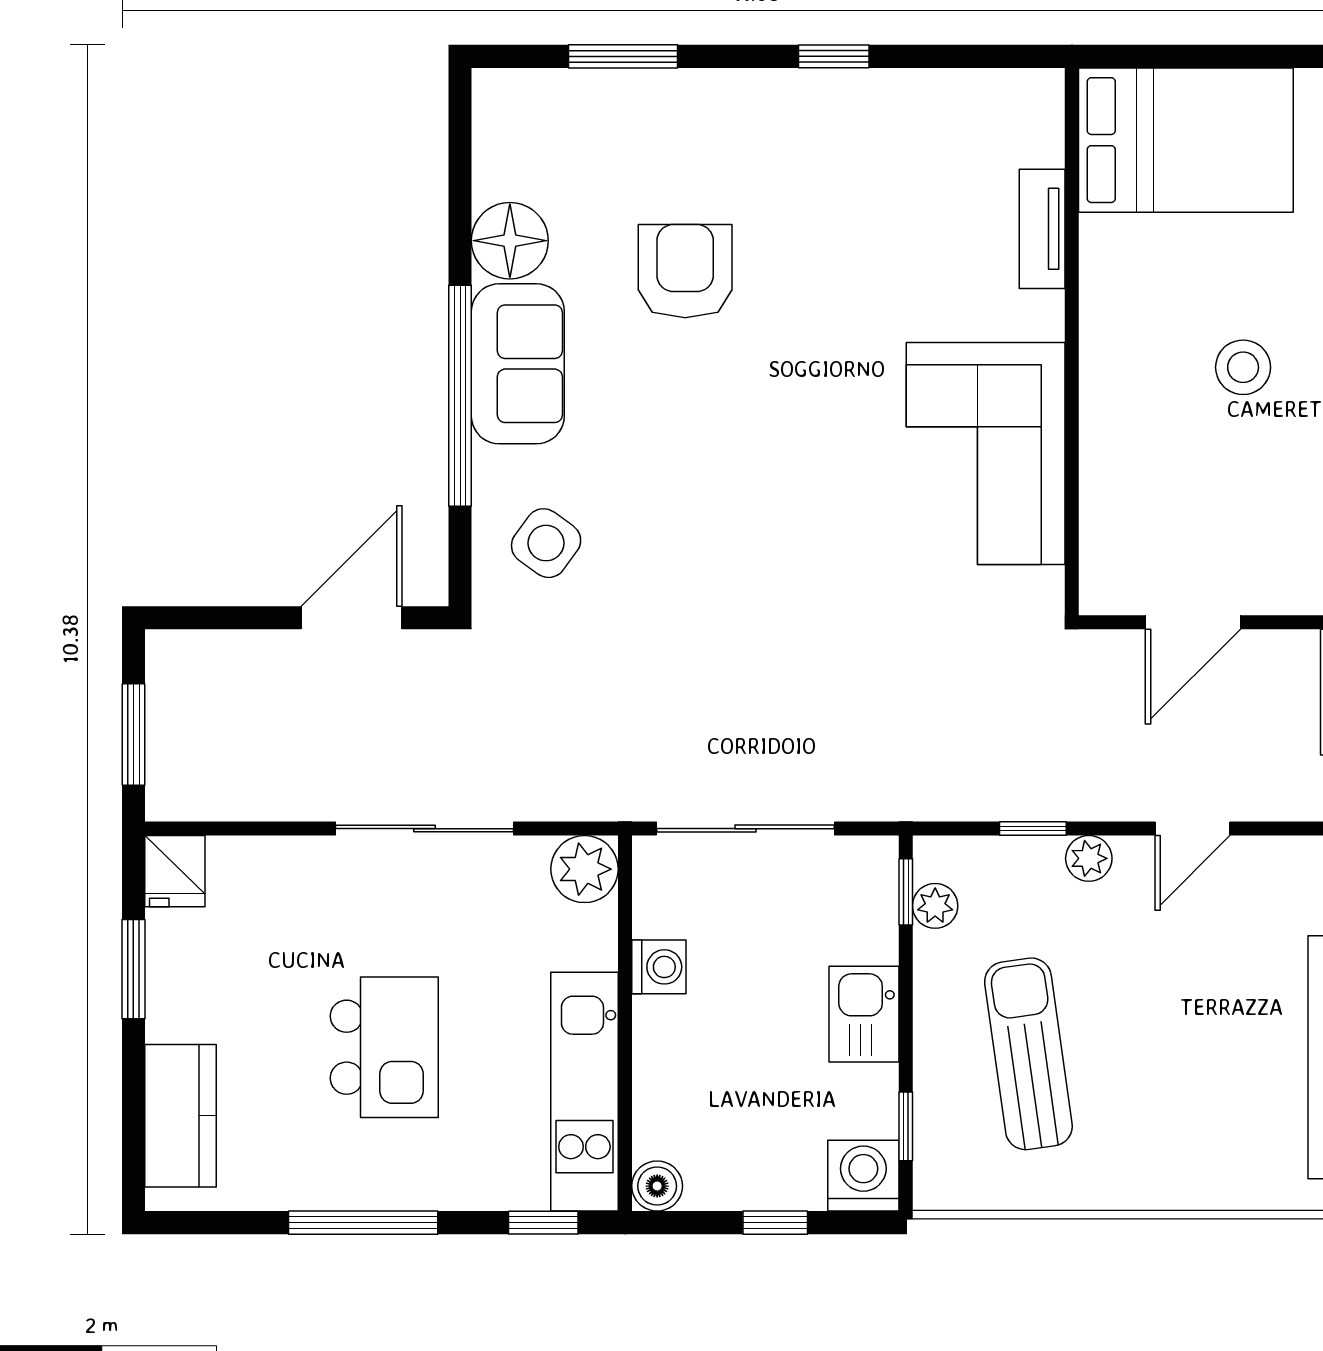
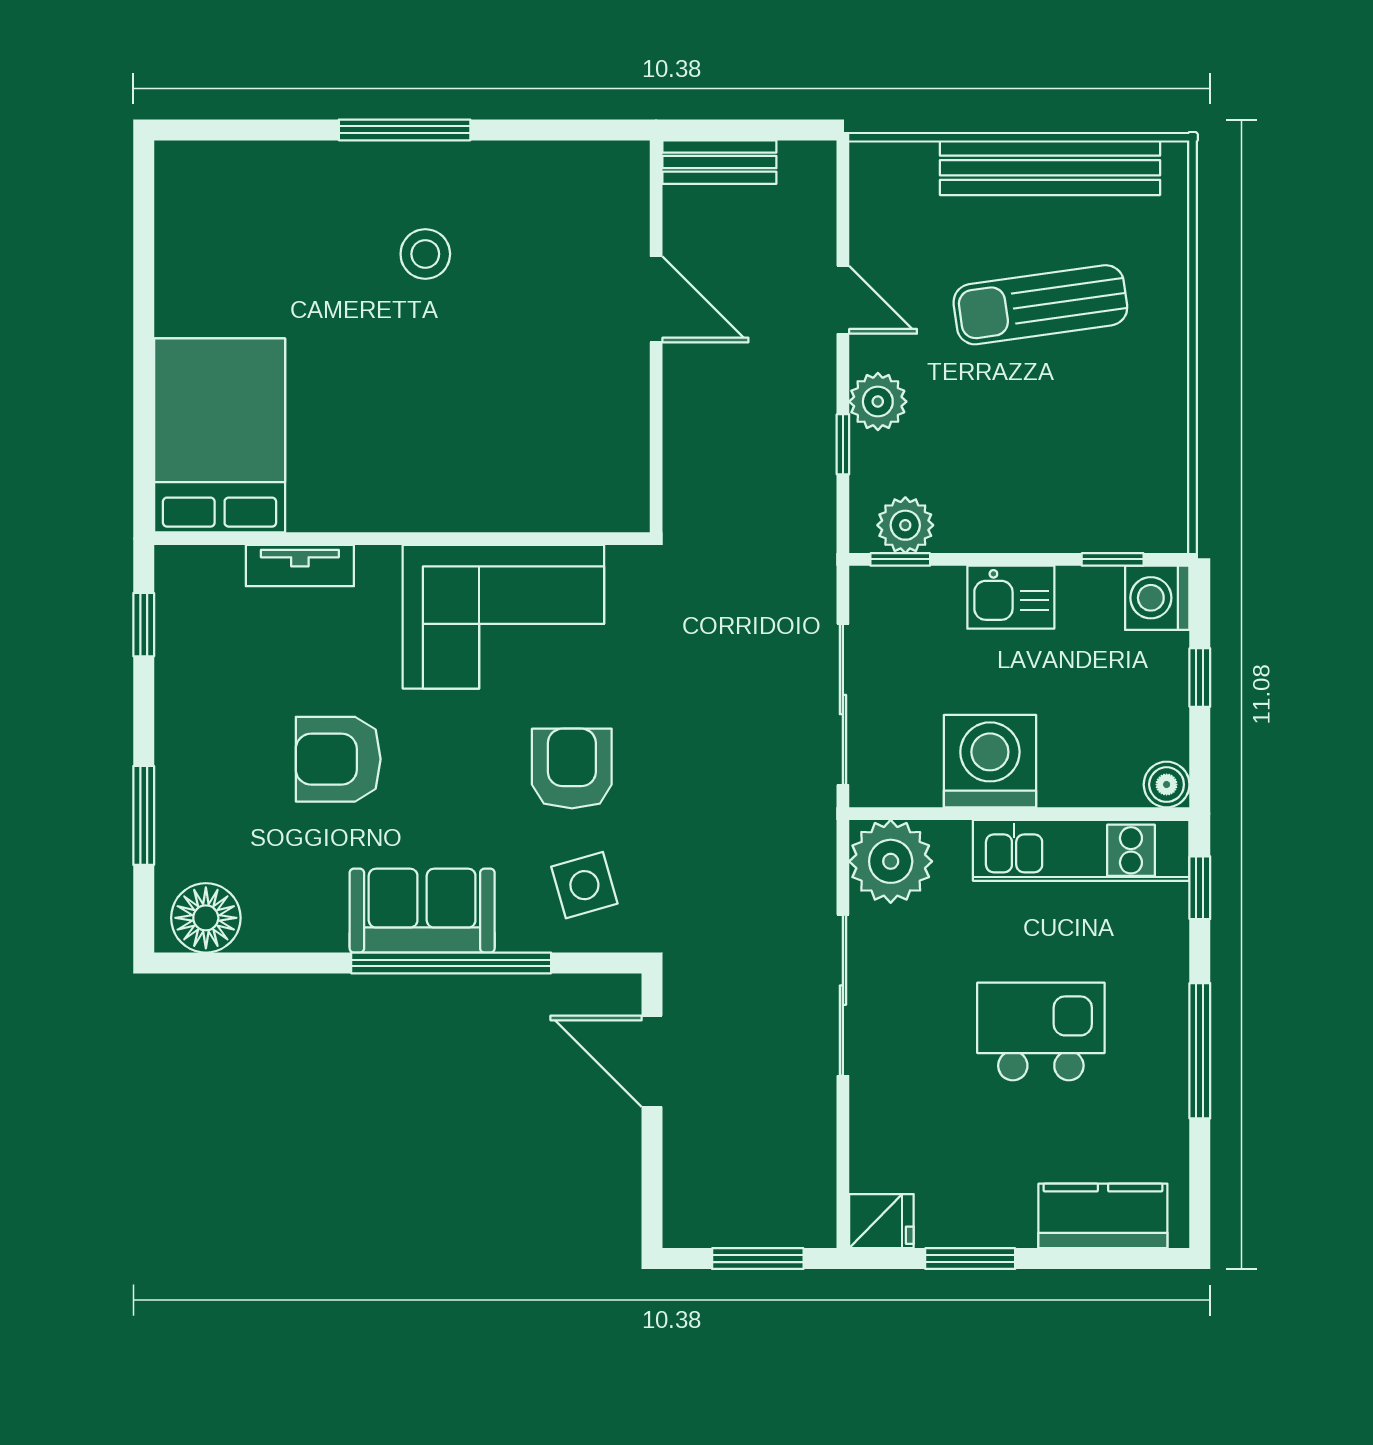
bed: (1186, 140) -> (220, 435), moved
tv unit: (1042, 229) -> (300, 566), moved
floor lamp: (510, 241) -> (206, 918), moved
wall: (1072, 342) -> (402, 539), moved
corner sofa: (986, 454) -> (503, 617), moved
armchair: (675, 529) -> (572, 769), added
side table: (546, 543) -> (584, 885), turned 38
plant: (1089, 858) -> (878, 402), width x1.38, depth x1.38
plant: (585, 869) -> (891, 861), width x1.36, depth x1.36
plant: (935, 906) -> (905, 525), width x1.38, depth x1.38
washing machine: (659, 967) -> (990, 761), width x1.89, depth x1.89
sun lounger: (1028, 1054) -> (1040, 305), moved

